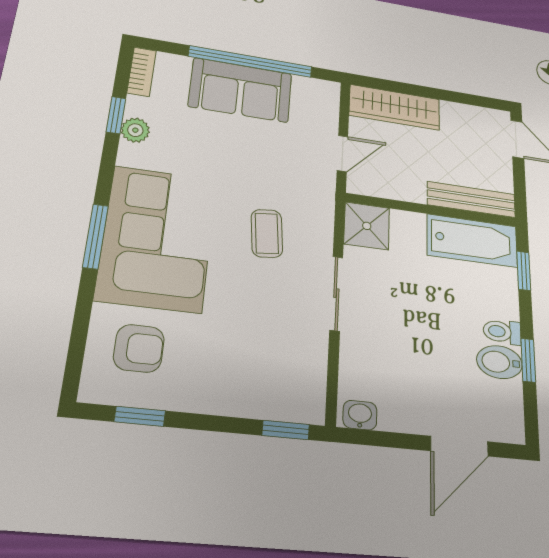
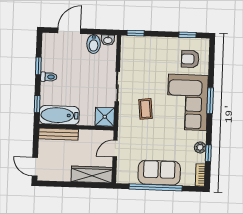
bidet: (499, 362) -> (94, 44), moved, turned 90

